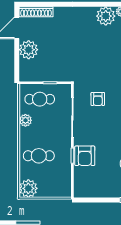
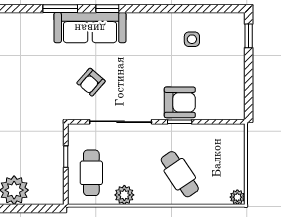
armchair: (98, 99) -> (91, 82), turned 131
cafe table: (39, 156) -> (180, 174), turned -34
plant: (28, 188) -> (237, 197), width x0.53, depth x0.53

